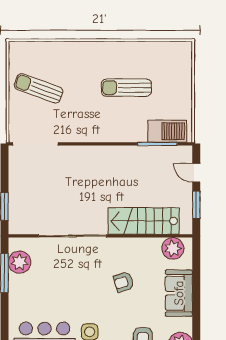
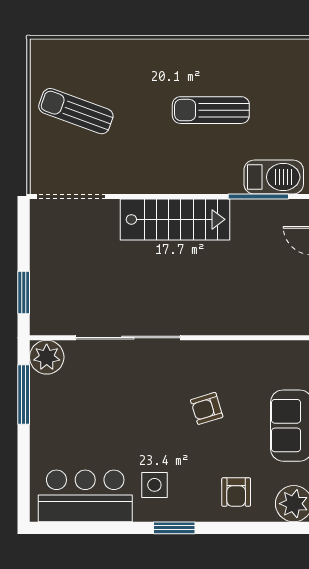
stairs: (144, 221) -> (175, 219), moved, turned 180
plant: (173, 248) -> (282, 357), removed
plant: (19, 262) -> (47, 357), moved

